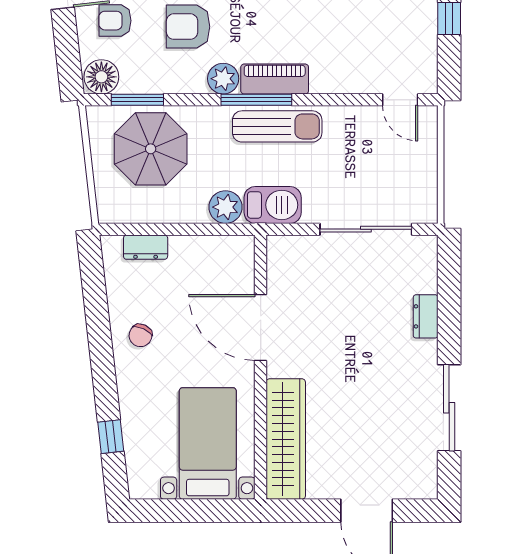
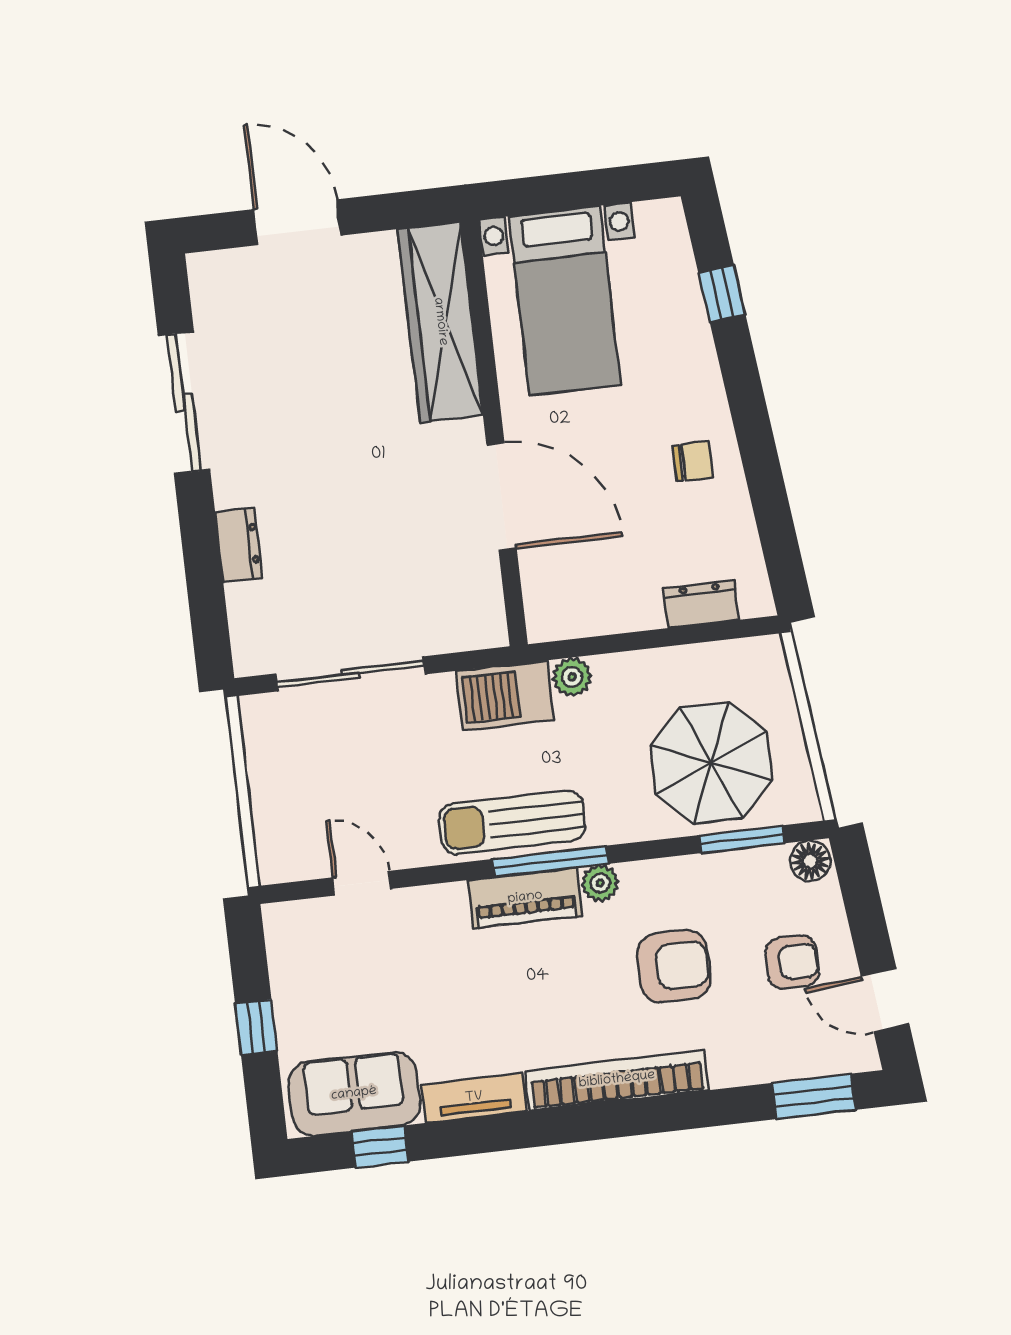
floor lamp: (101, 77) -> (810, 861), width x0.73, depth x0.73
plant: (223, 79) -> (600, 883), width x0.73, depth x0.73
door: (400, 100) -> (362, 883), moved
plant: (225, 207) -> (572, 677), width x0.73, depth x0.73
chair: (141, 335) -> (693, 461), turned 65

